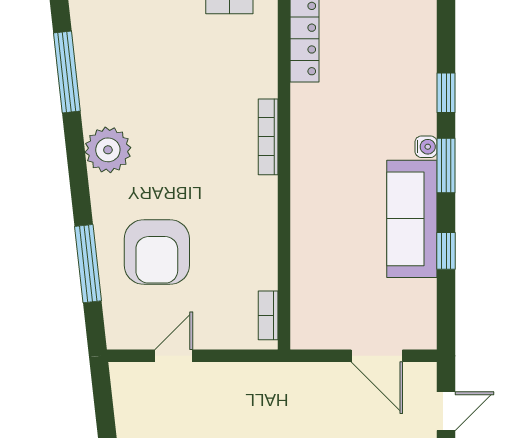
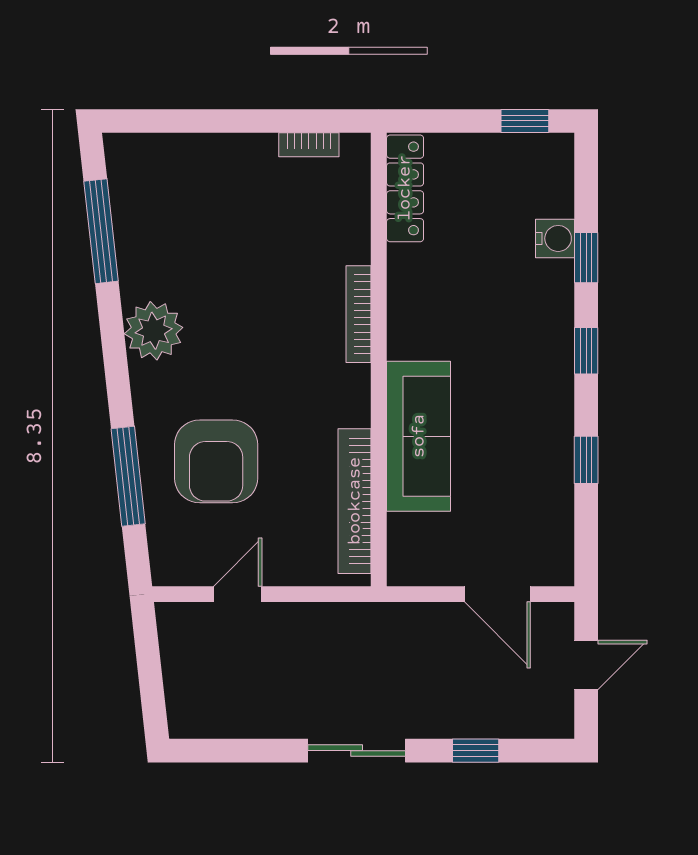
water cooler: (426, 147) -> (555, 238), moved, width x1.38, depth x1.38
window: (446, 165) -> (586, 351), width x0.67
sofa: (412, 219) -> (419, 436), moved, turned 180
bookcase: (268, 315) -> (355, 501), width x2.31, depth x1.31

